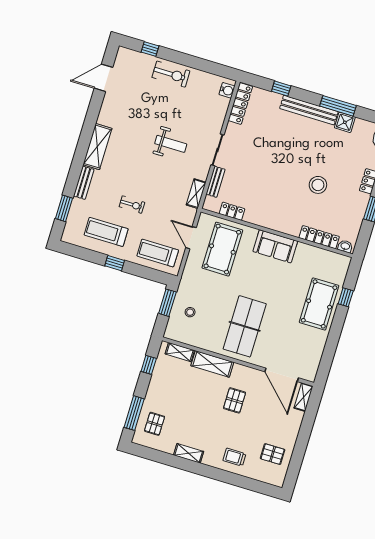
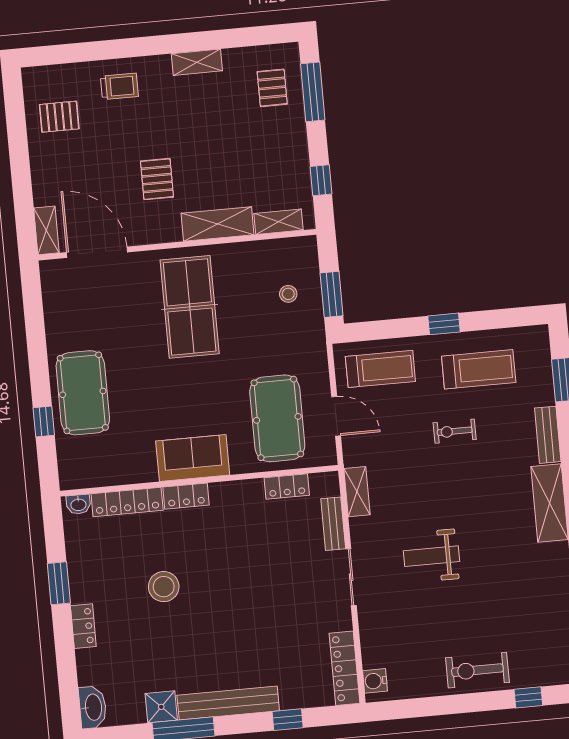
locker: (287, 228) -> (186, 496), added

